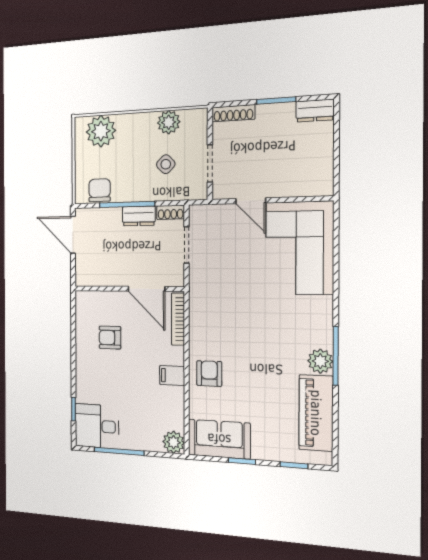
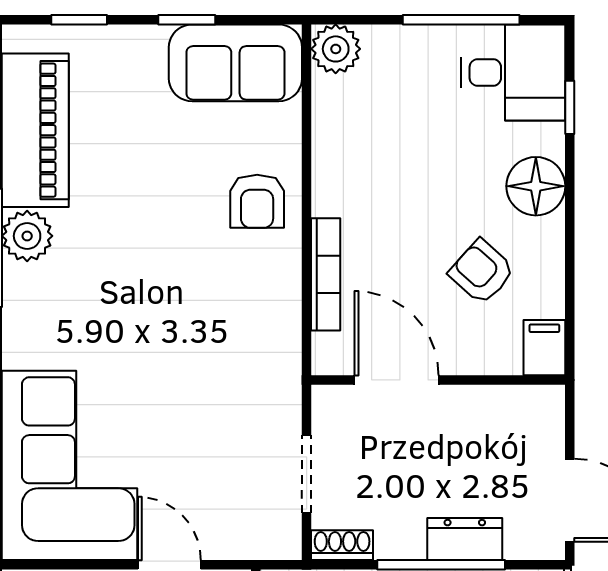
dresser: (139, 216) -> (465, 539), moved
bookcase: (178, 319) -> (326, 274), moved
armchair: (110, 338) -> (482, 272), turned -138
floor lamp: (87, 375) -> (536, 186), added
filing cabinet: (172, 375) -> (544, 348), moved, turned -90

